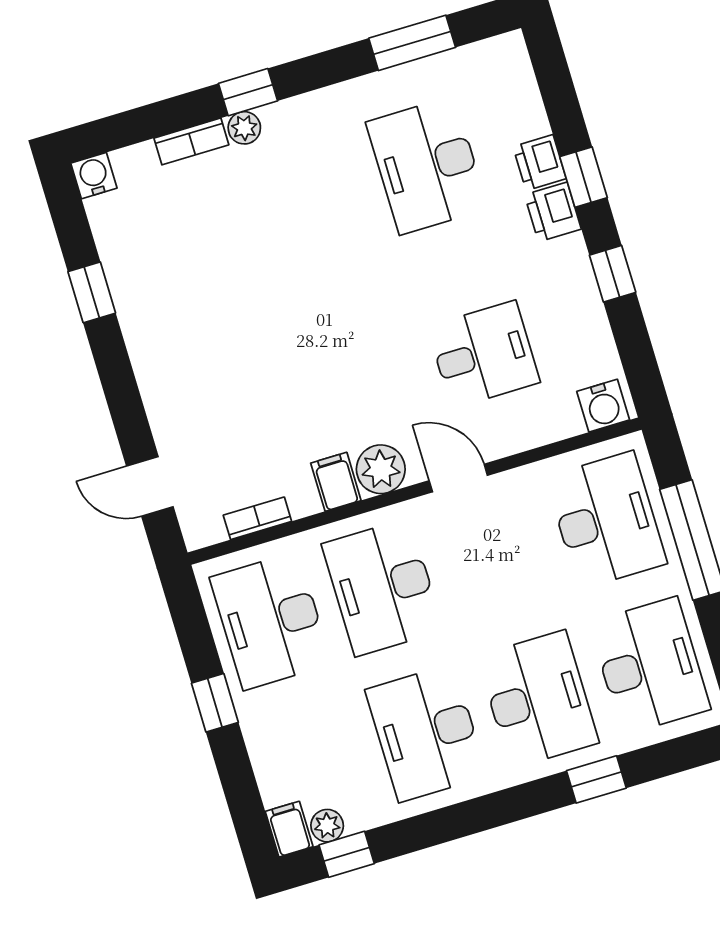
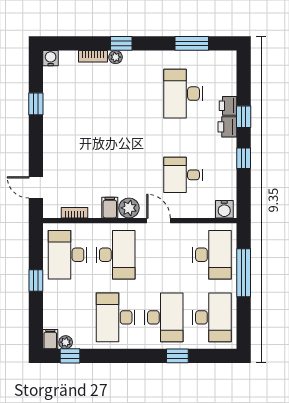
desk: (484, 354) -> (183, 175), turned 180
desk: (382, 587) -> (116, 255), turned 180

